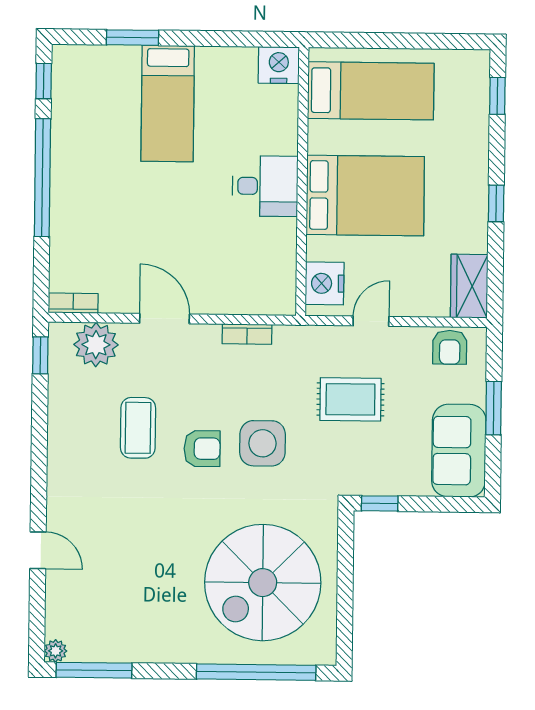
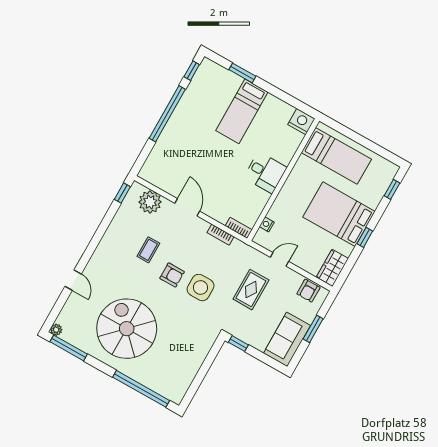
bed: (365, 196) -> (339, 214), moved, turned 180
nightstand: (325, 283) -> (267, 224), width x0.53, depth x0.56
bookcase: (73, 303) -> (239, 228), moved
rug: (350, 399) -> (251, 290), turned 90
coffee table: (138, 428) -> (148, 250), width x0.73, depth x0.77
spiral stairs: (263, 583) -> (127, 329), moved, turned 90

